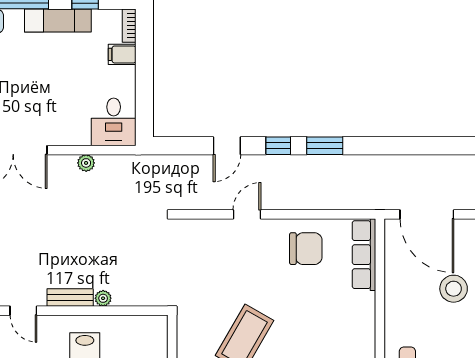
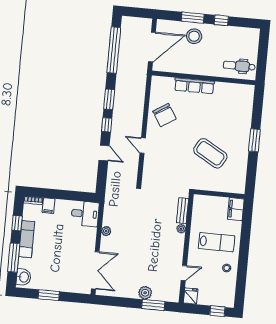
window: (415, 146) -> (114, 50), added
chair: (306, 249) -> (164, 115), turned 148
row of seats: (364, 255) -> (194, 86), moved
bench: (70, 298) -> (183, 211), moved

